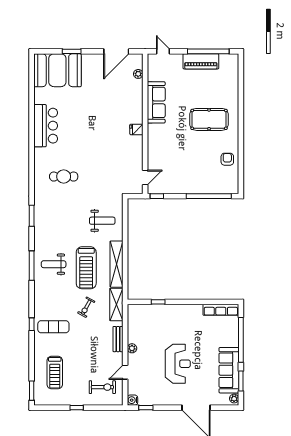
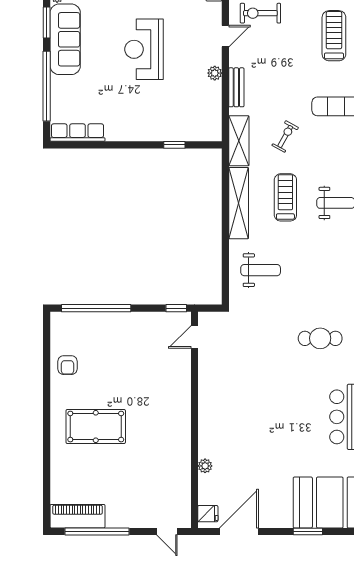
piano: (201, 61) -> (78, 516), moved
plant: (138, 74) -> (205, 466), moved
sofa: (156, 102) -> (177, 453), removed
fridge: (136, 129) -> (208, 514), moved
weight bench: (102, 221) -> (261, 270), turned 180
treadmill: (86, 268) -> (285, 197), width x0.73, depth x0.73

